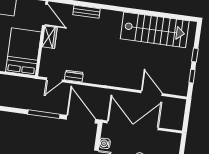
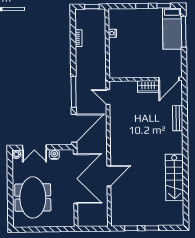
stairs: (155, 30) -> (174, 177), width x0.73, depth x0.66
bed: (23, 52) -> (130, 64), removed
dresser: (74, 76) -> (114, 115), removed
door: (152, 93) -> (109, 176), moved

